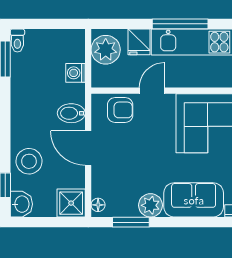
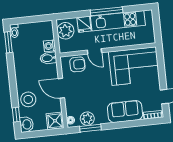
door: (152, 91) -> (94, 51), swing flipped
bidet: (71, 113) -> (48, 58), moved
plant: (150, 205) -> (87, 119), moved

